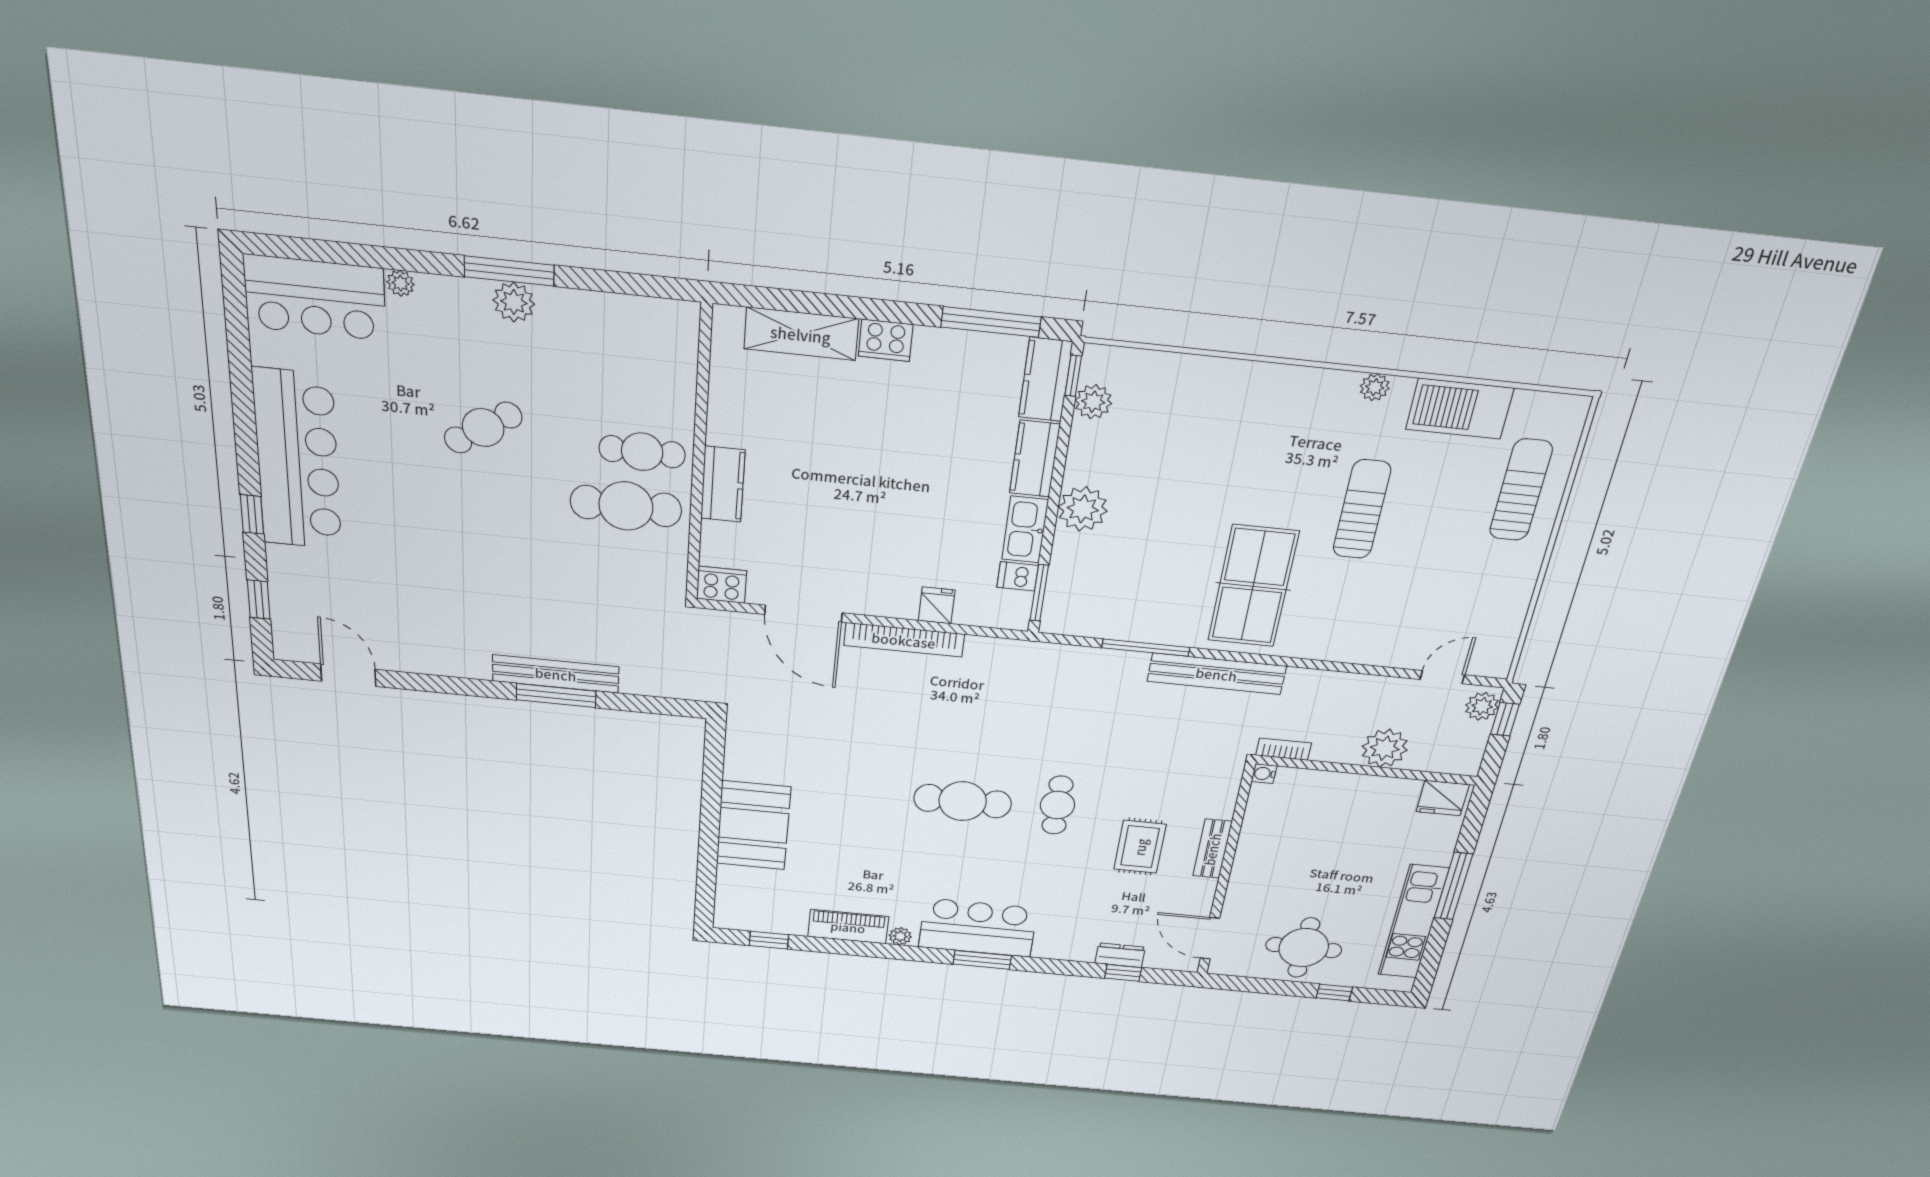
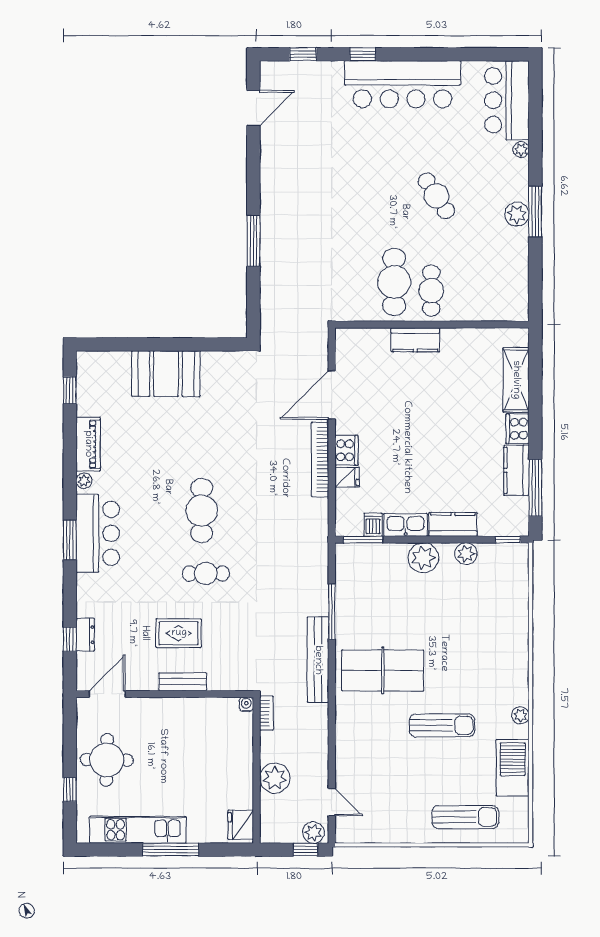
kitchen counter: (1046, 379) -> (516, 470), moved, turned -90
plant: (1093, 402) -> (466, 554), moved
cooker: (721, 585) -> (346, 450), moved
bench: (556, 674) -> (270, 240), removed

